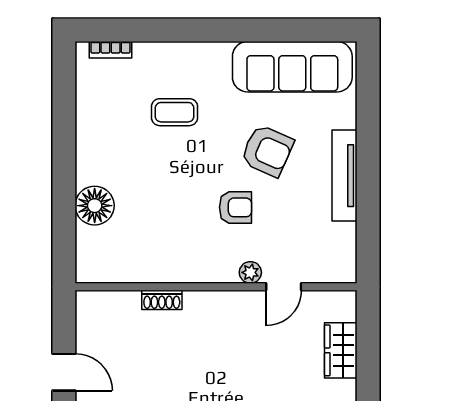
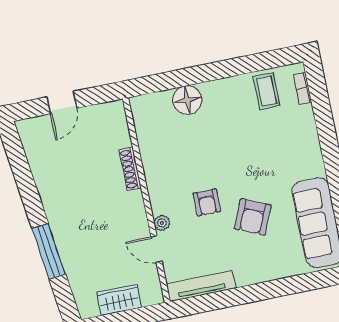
coffee table: (175, 112) -> (267, 91), moved
tv unit: (344, 176) -> (201, 286), moved
shoe rack: (162, 300) -> (130, 169), width x1.43

